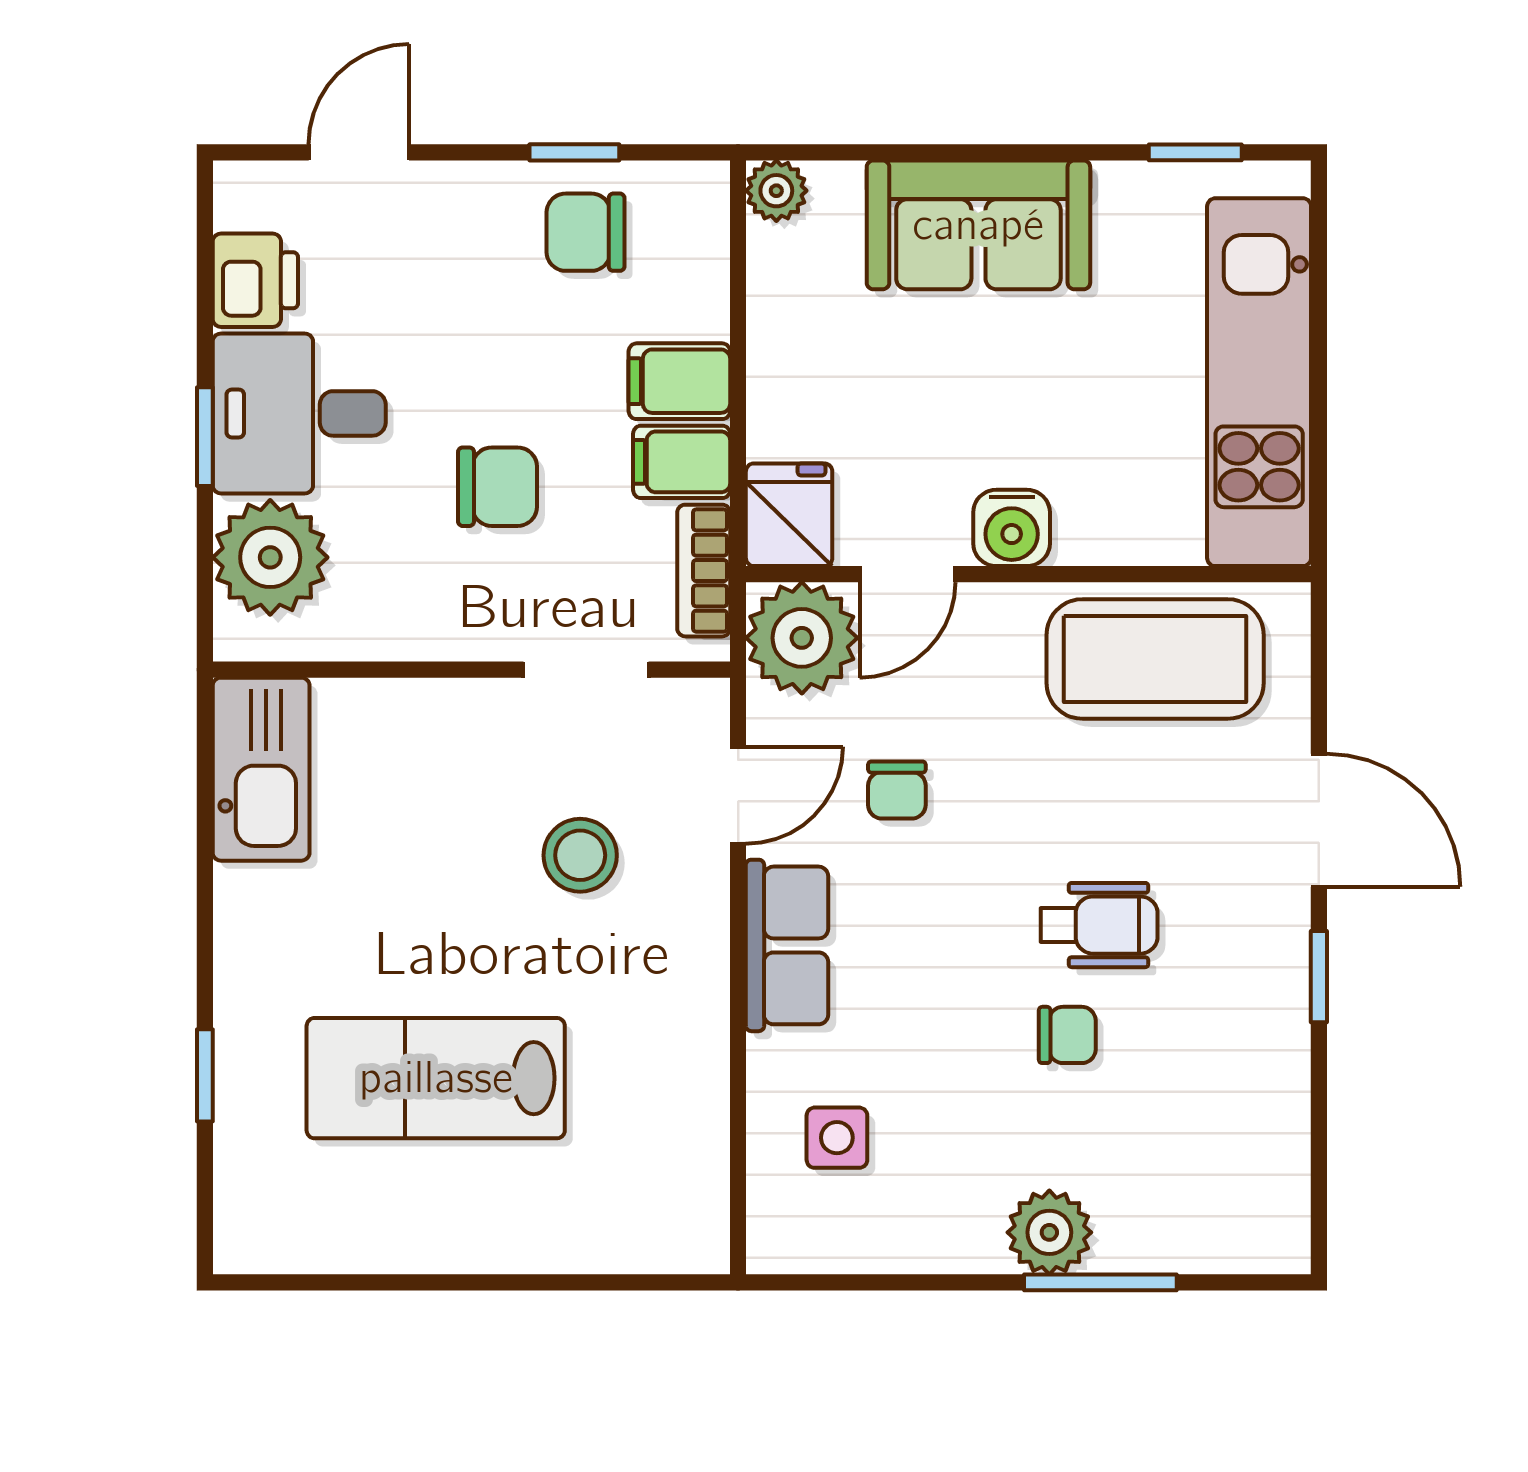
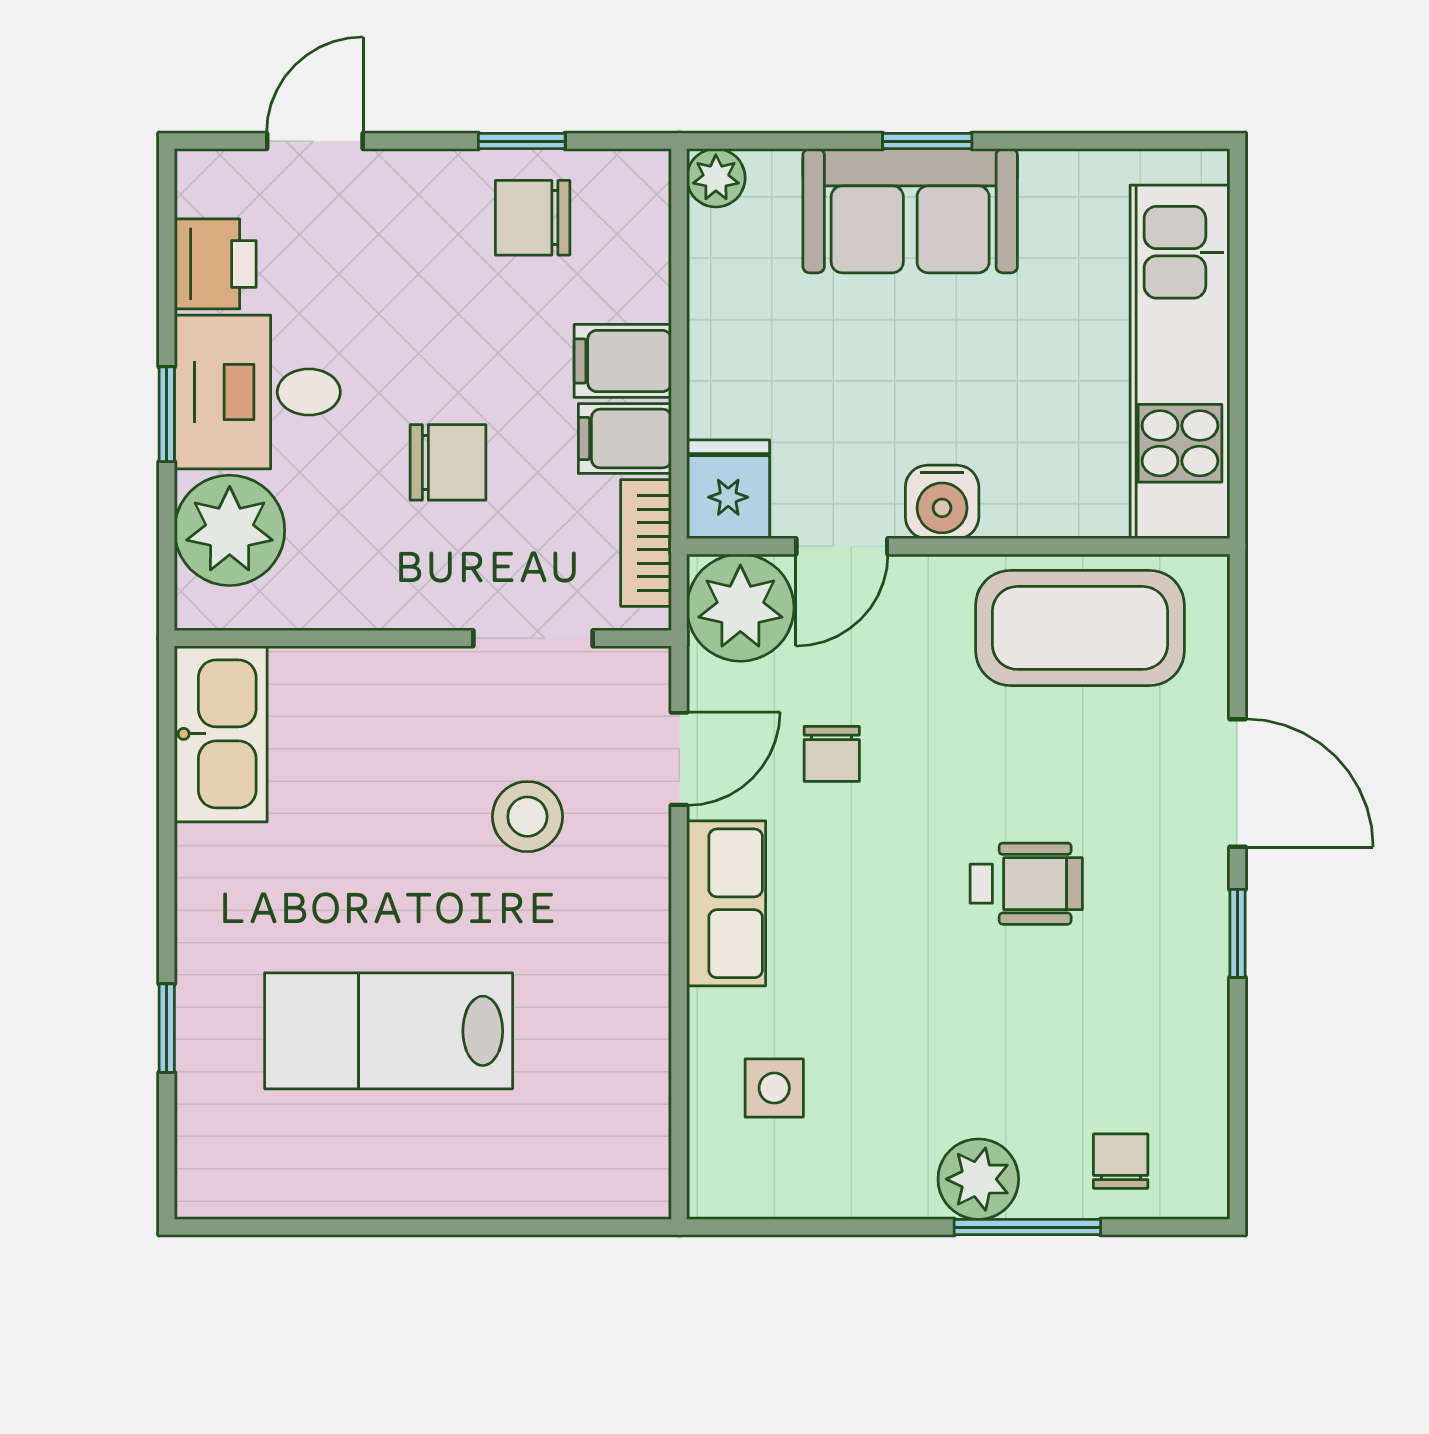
window: (1195, 152) -> (927, 141), moved
chair: (1067, 1035) -> (1121, 1161), moved, turned -90

